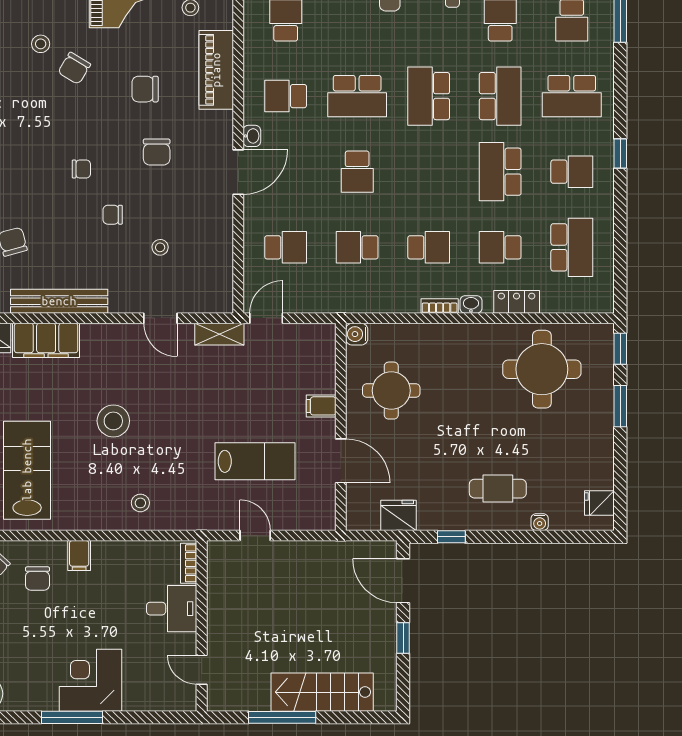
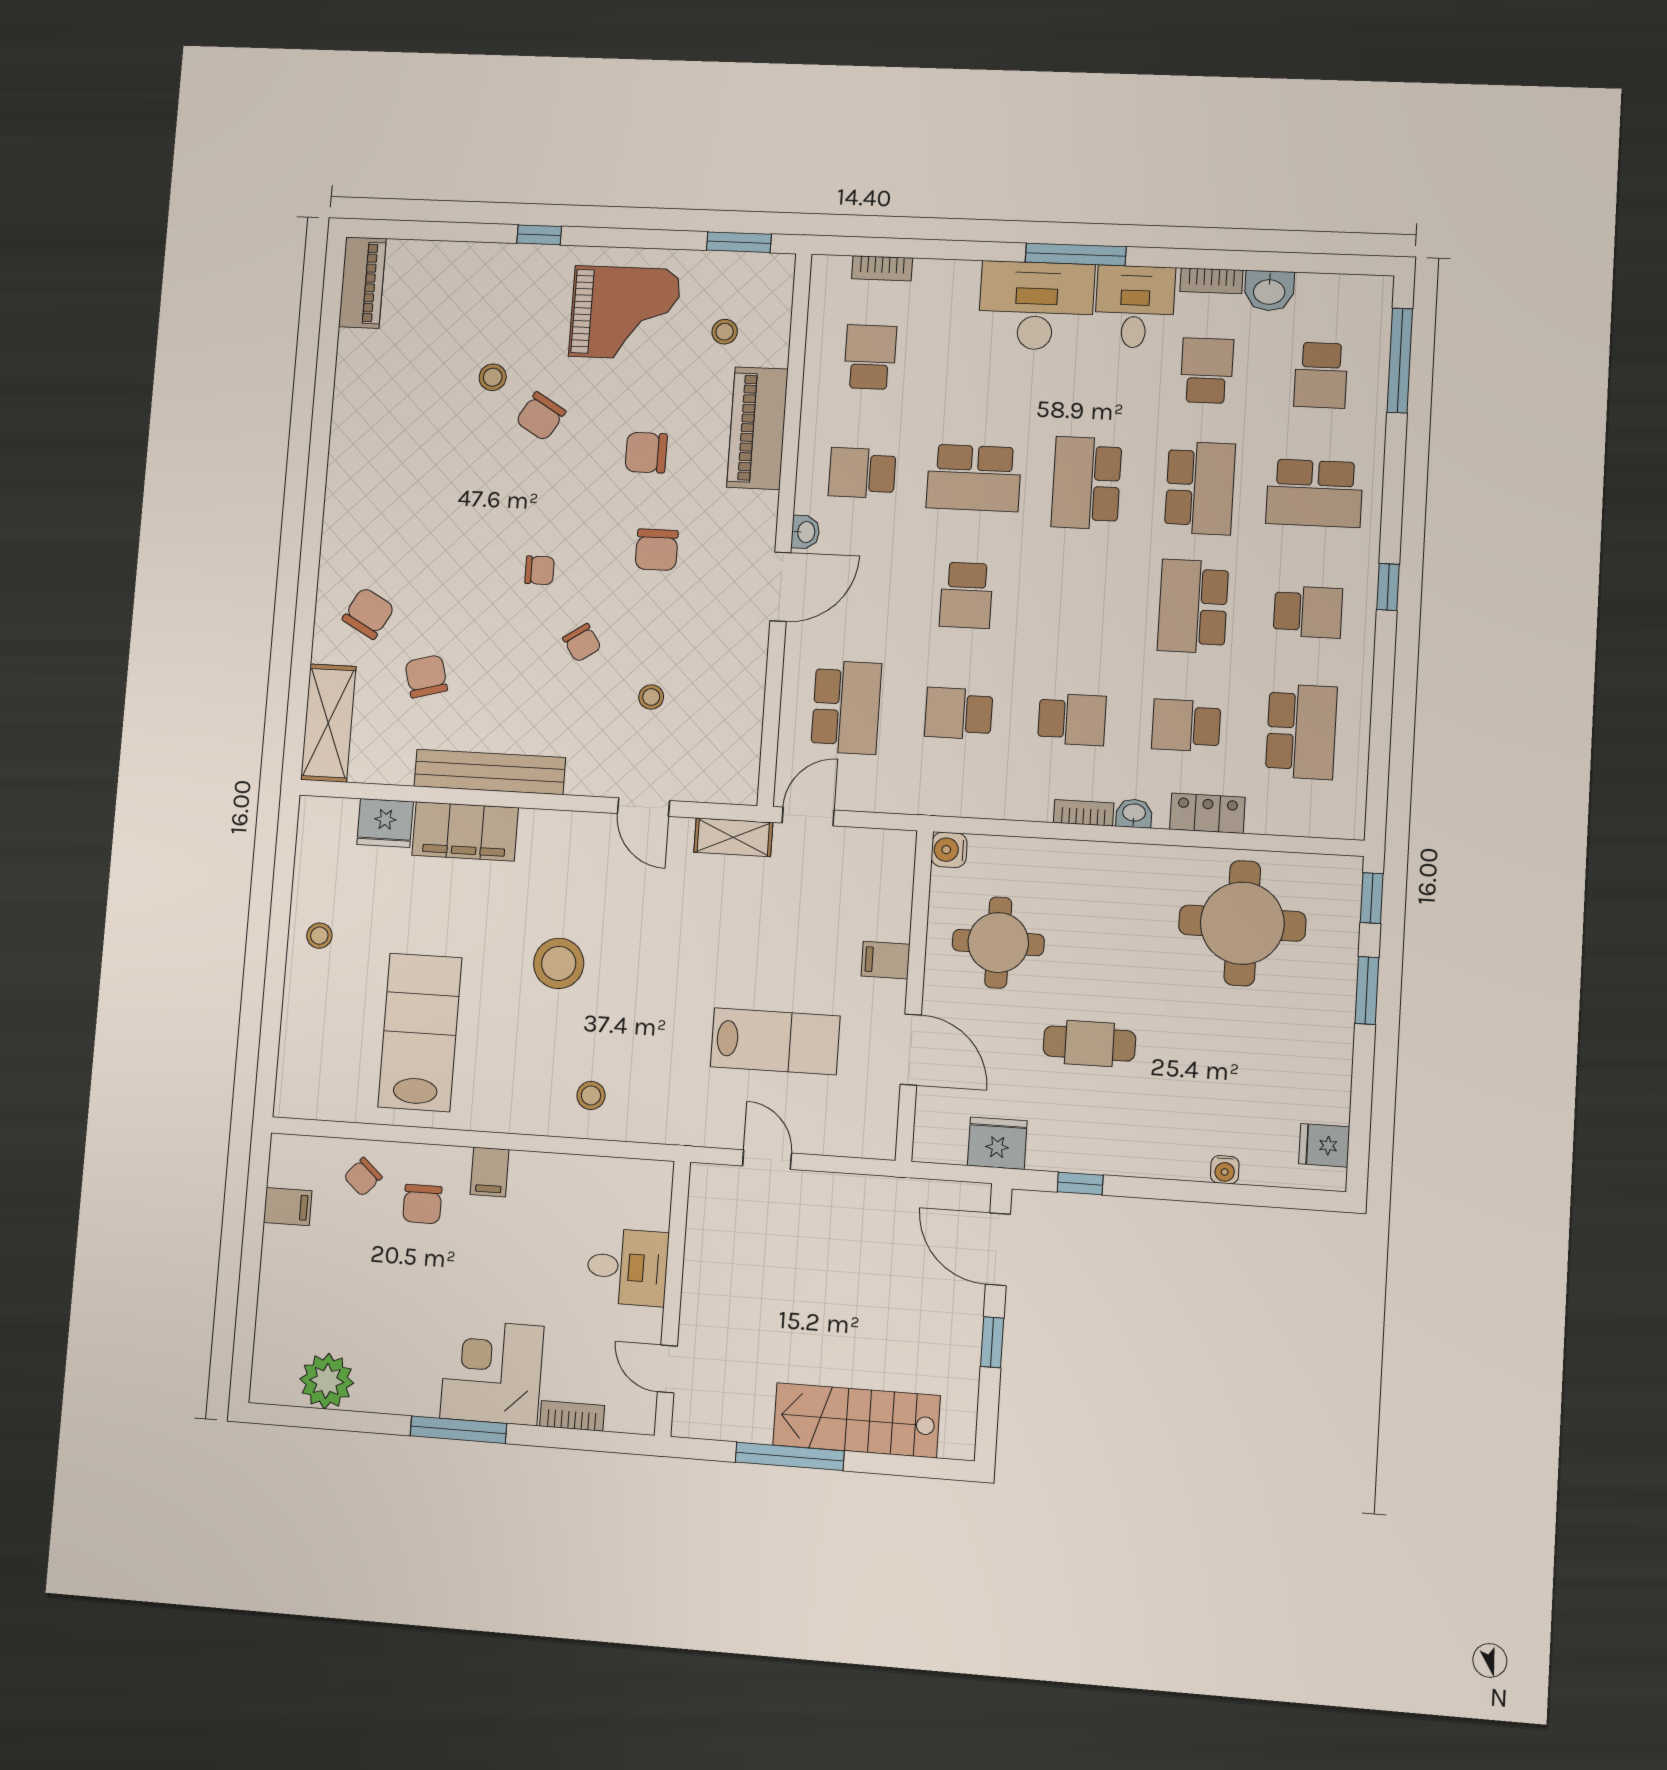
chair: (113, 215) -> (582, 643), turned -124
school desk: (286, 247) -> (846, 707), width x1.85
cafe table: (498, 489) -> (1089, 1044), moved
bookcase: (189, 563) -> (572, 1416), moved, turned 90

